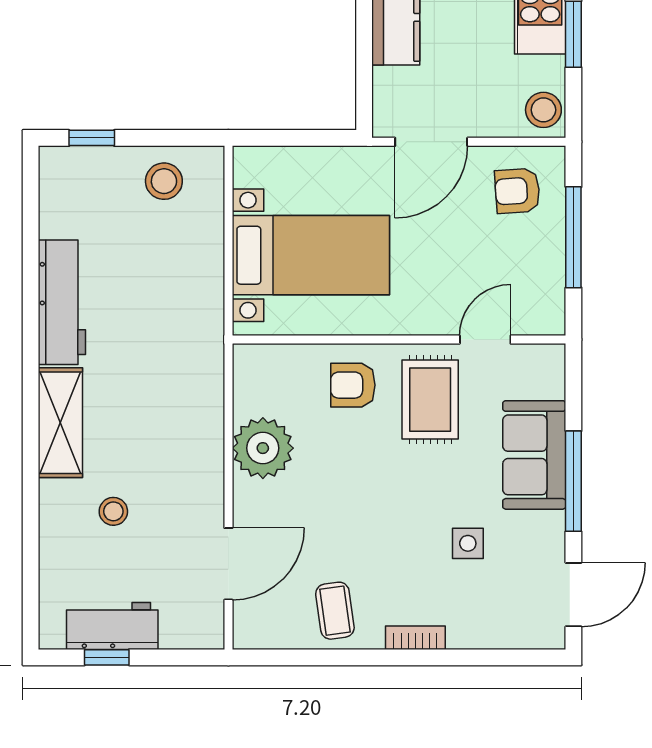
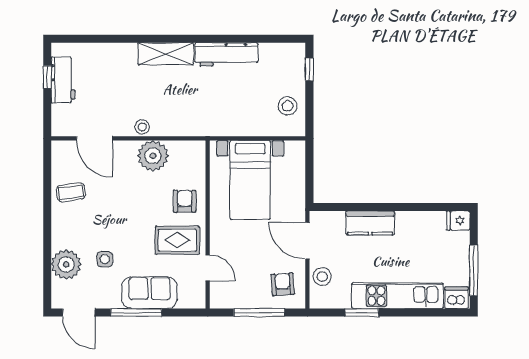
stool: (543, 110) -> (322, 277), moved
stool: (113, 511) -> (142, 127), moved
plant: (478, 620) -> (66, 264), added
bookcase: (415, 638) -> (57, 233), removed

